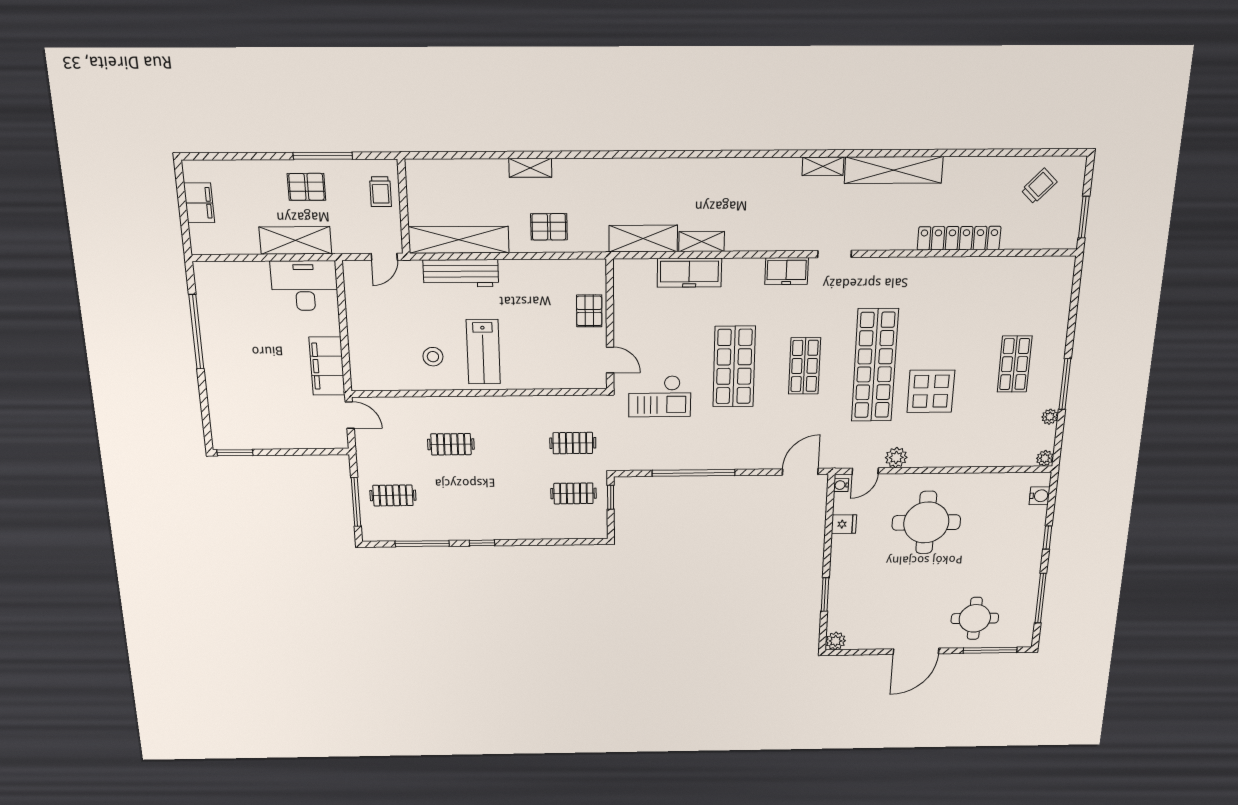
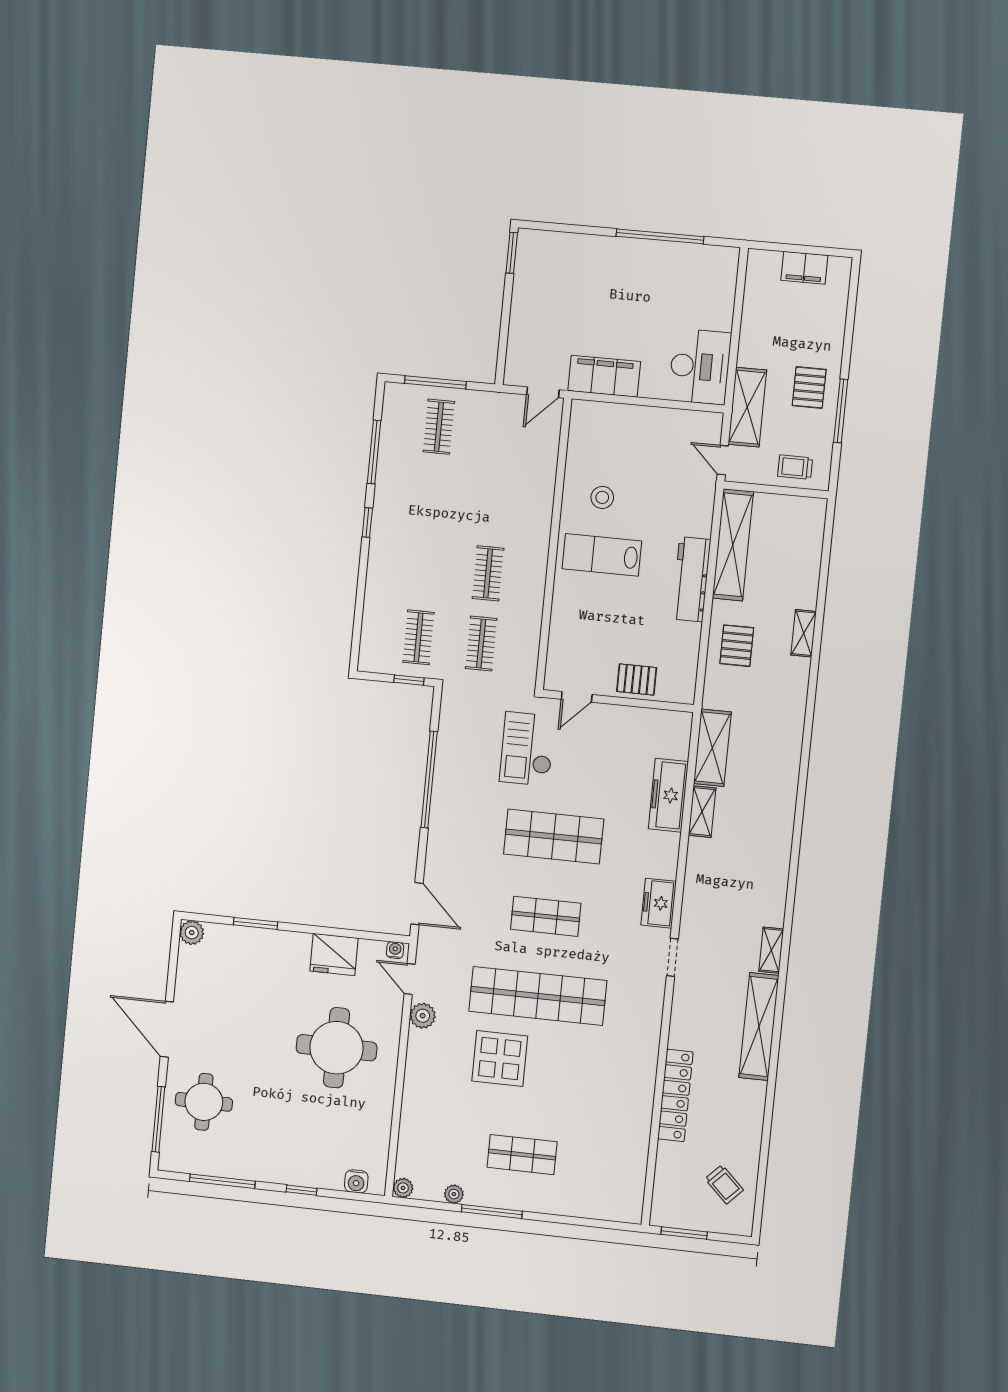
shelving: (295, 240) -> (747, 407), moved
workbench: (461, 273) -> (691, 579), moved
clothes rail: (451, 444) -> (488, 573), moved
fridge: (844, 524) -> (334, 954), width x1.88, depth x1.34

